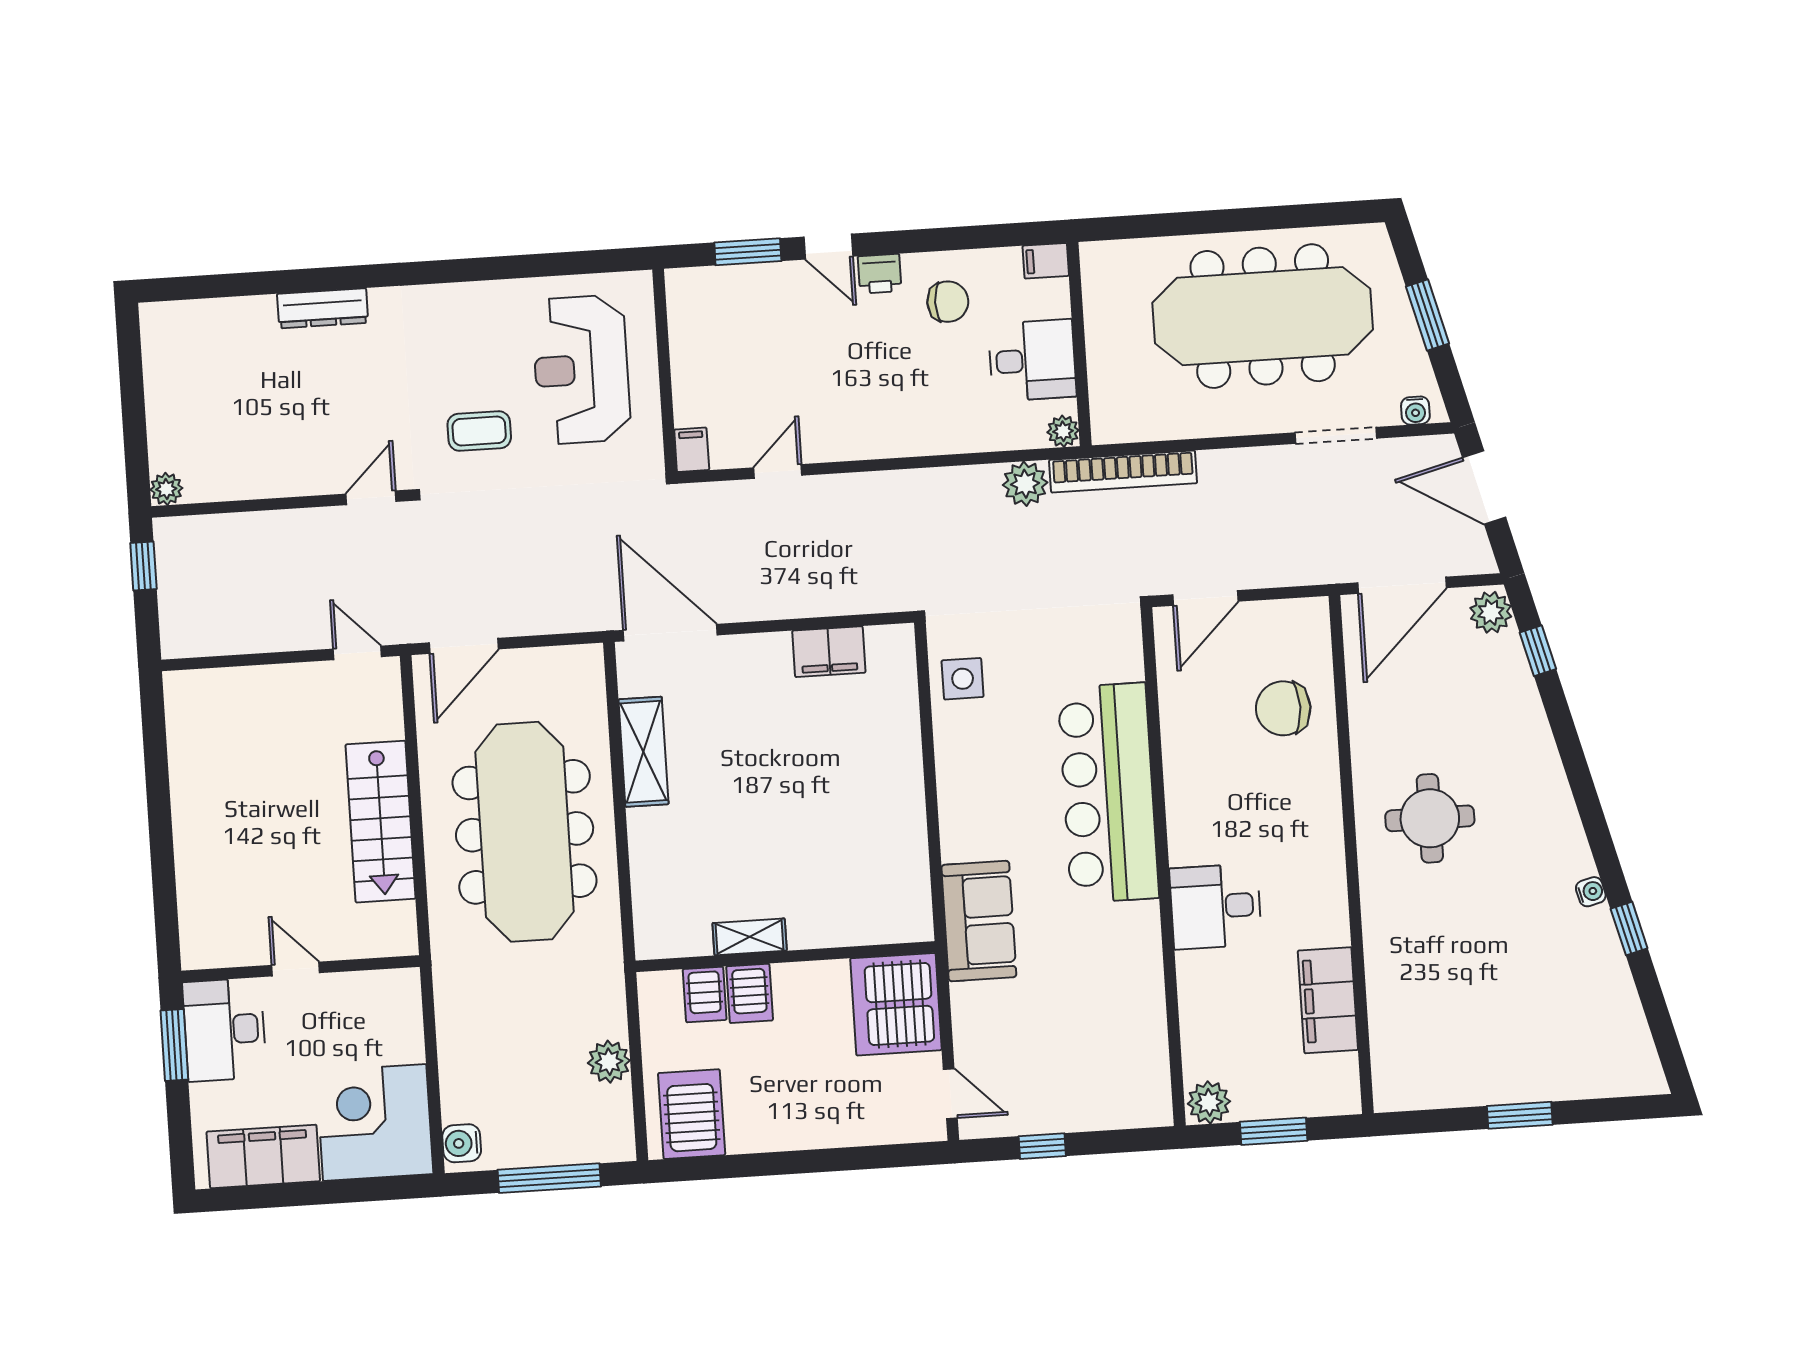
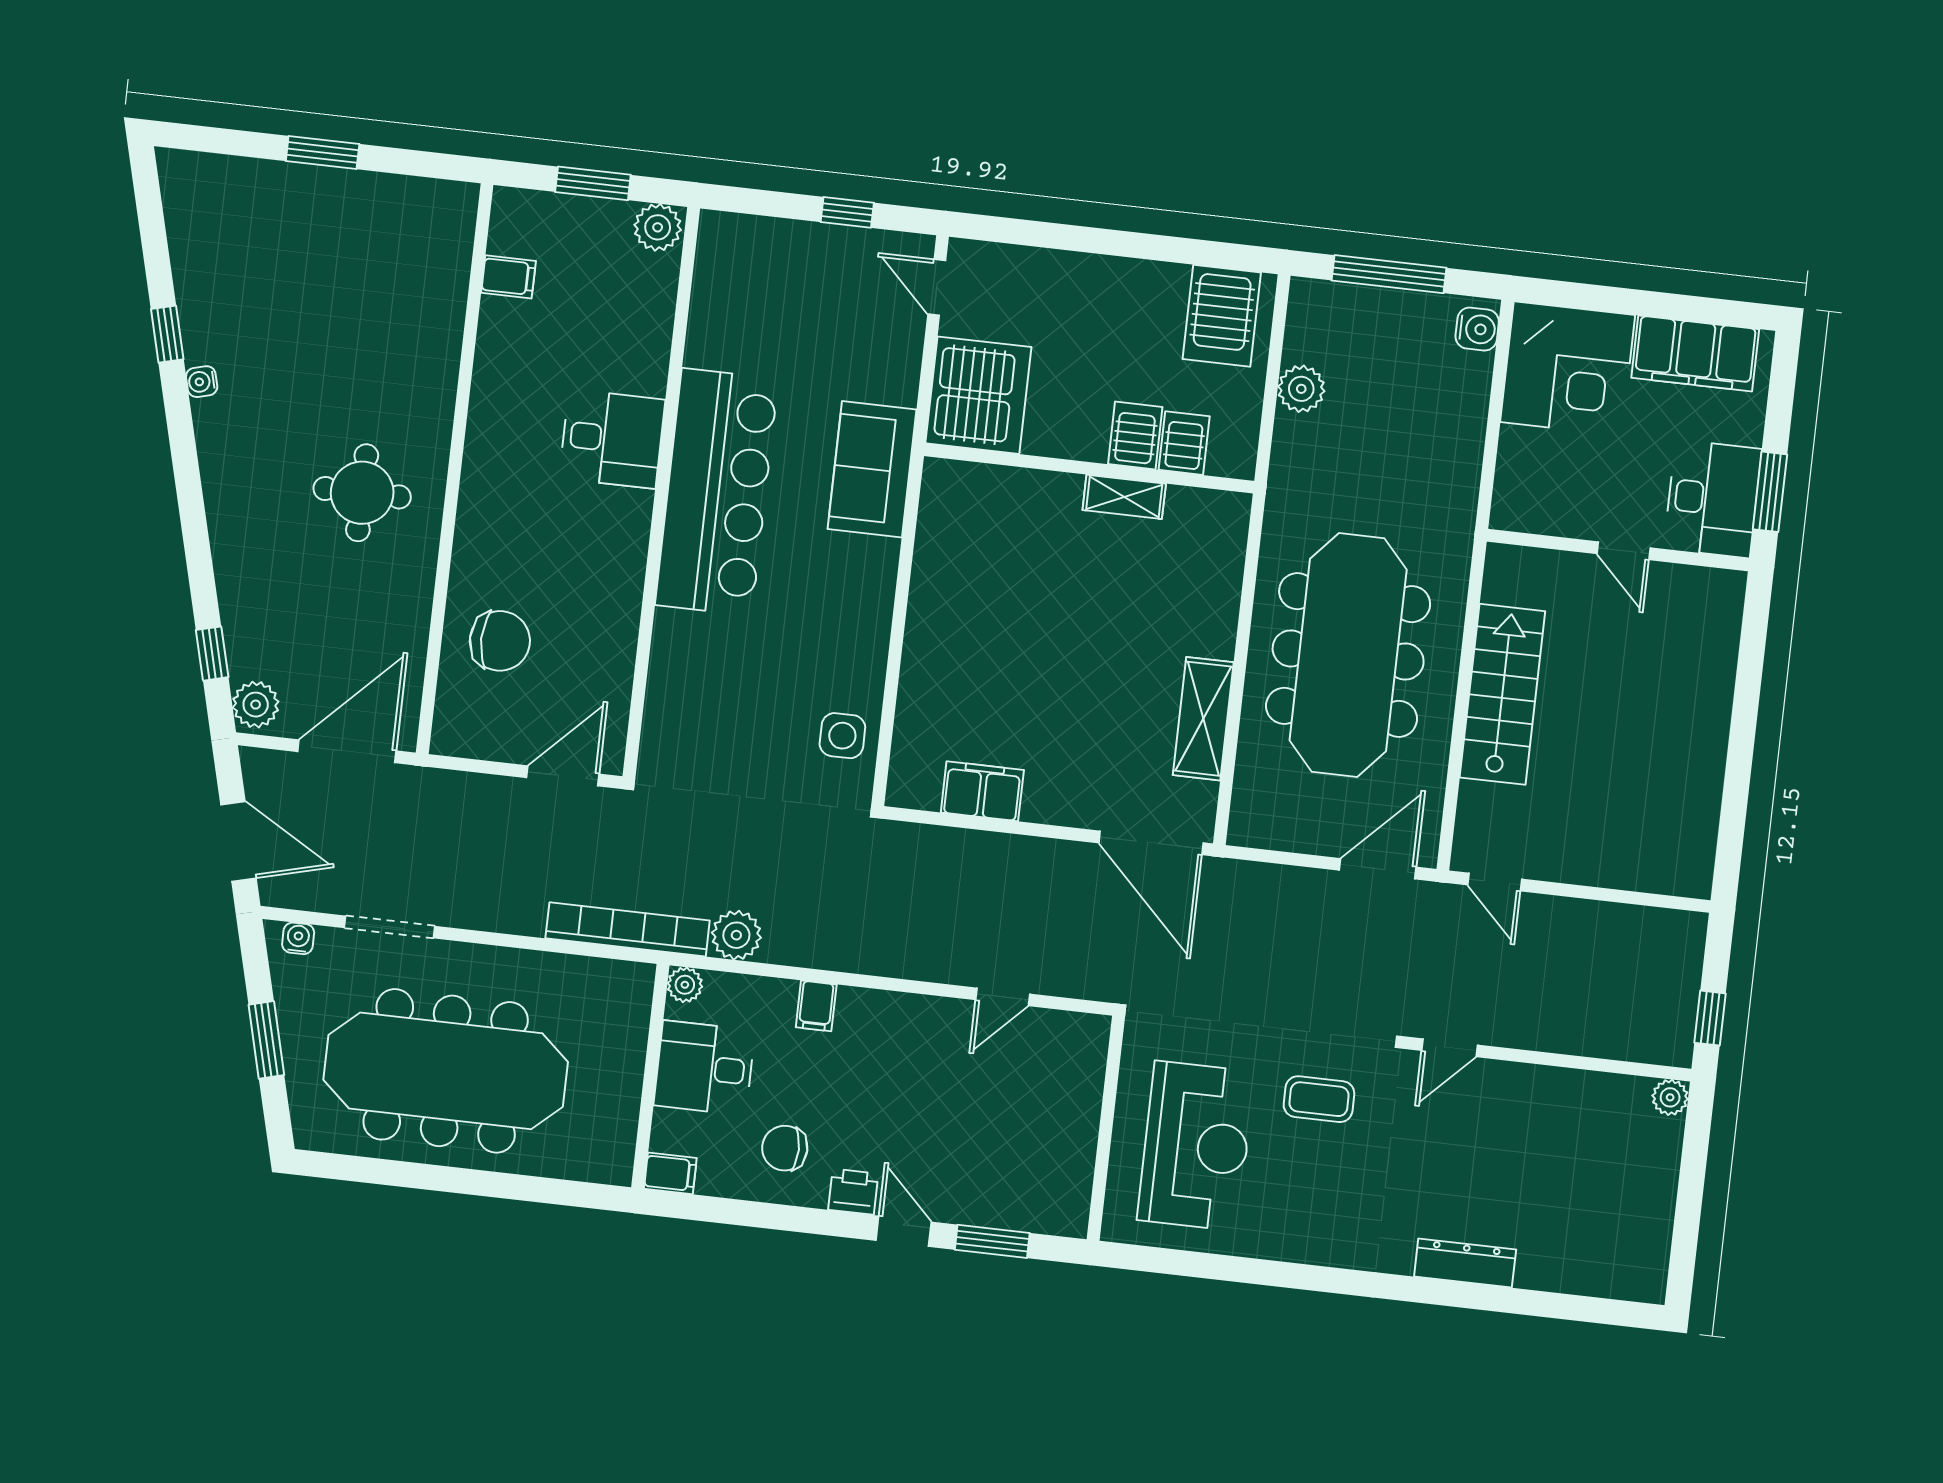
filing cabinet: (692, 450) -> (816, 1006), moved
bar counter: (1108, 793) -> (717, 492), moved
filing cabinet: (1328, 1000) -> (508, 277), width x0.33, depth x0.86

